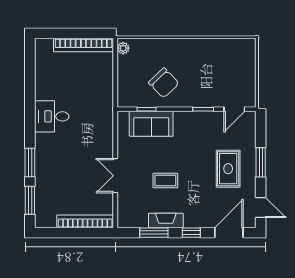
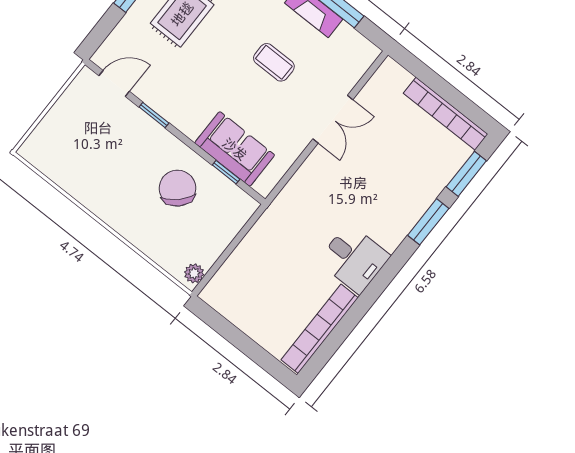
bookcase: (83, 45) -> (320, 329), moved, turned -90
bookcase: (85, 221) -> (446, 114), moved

